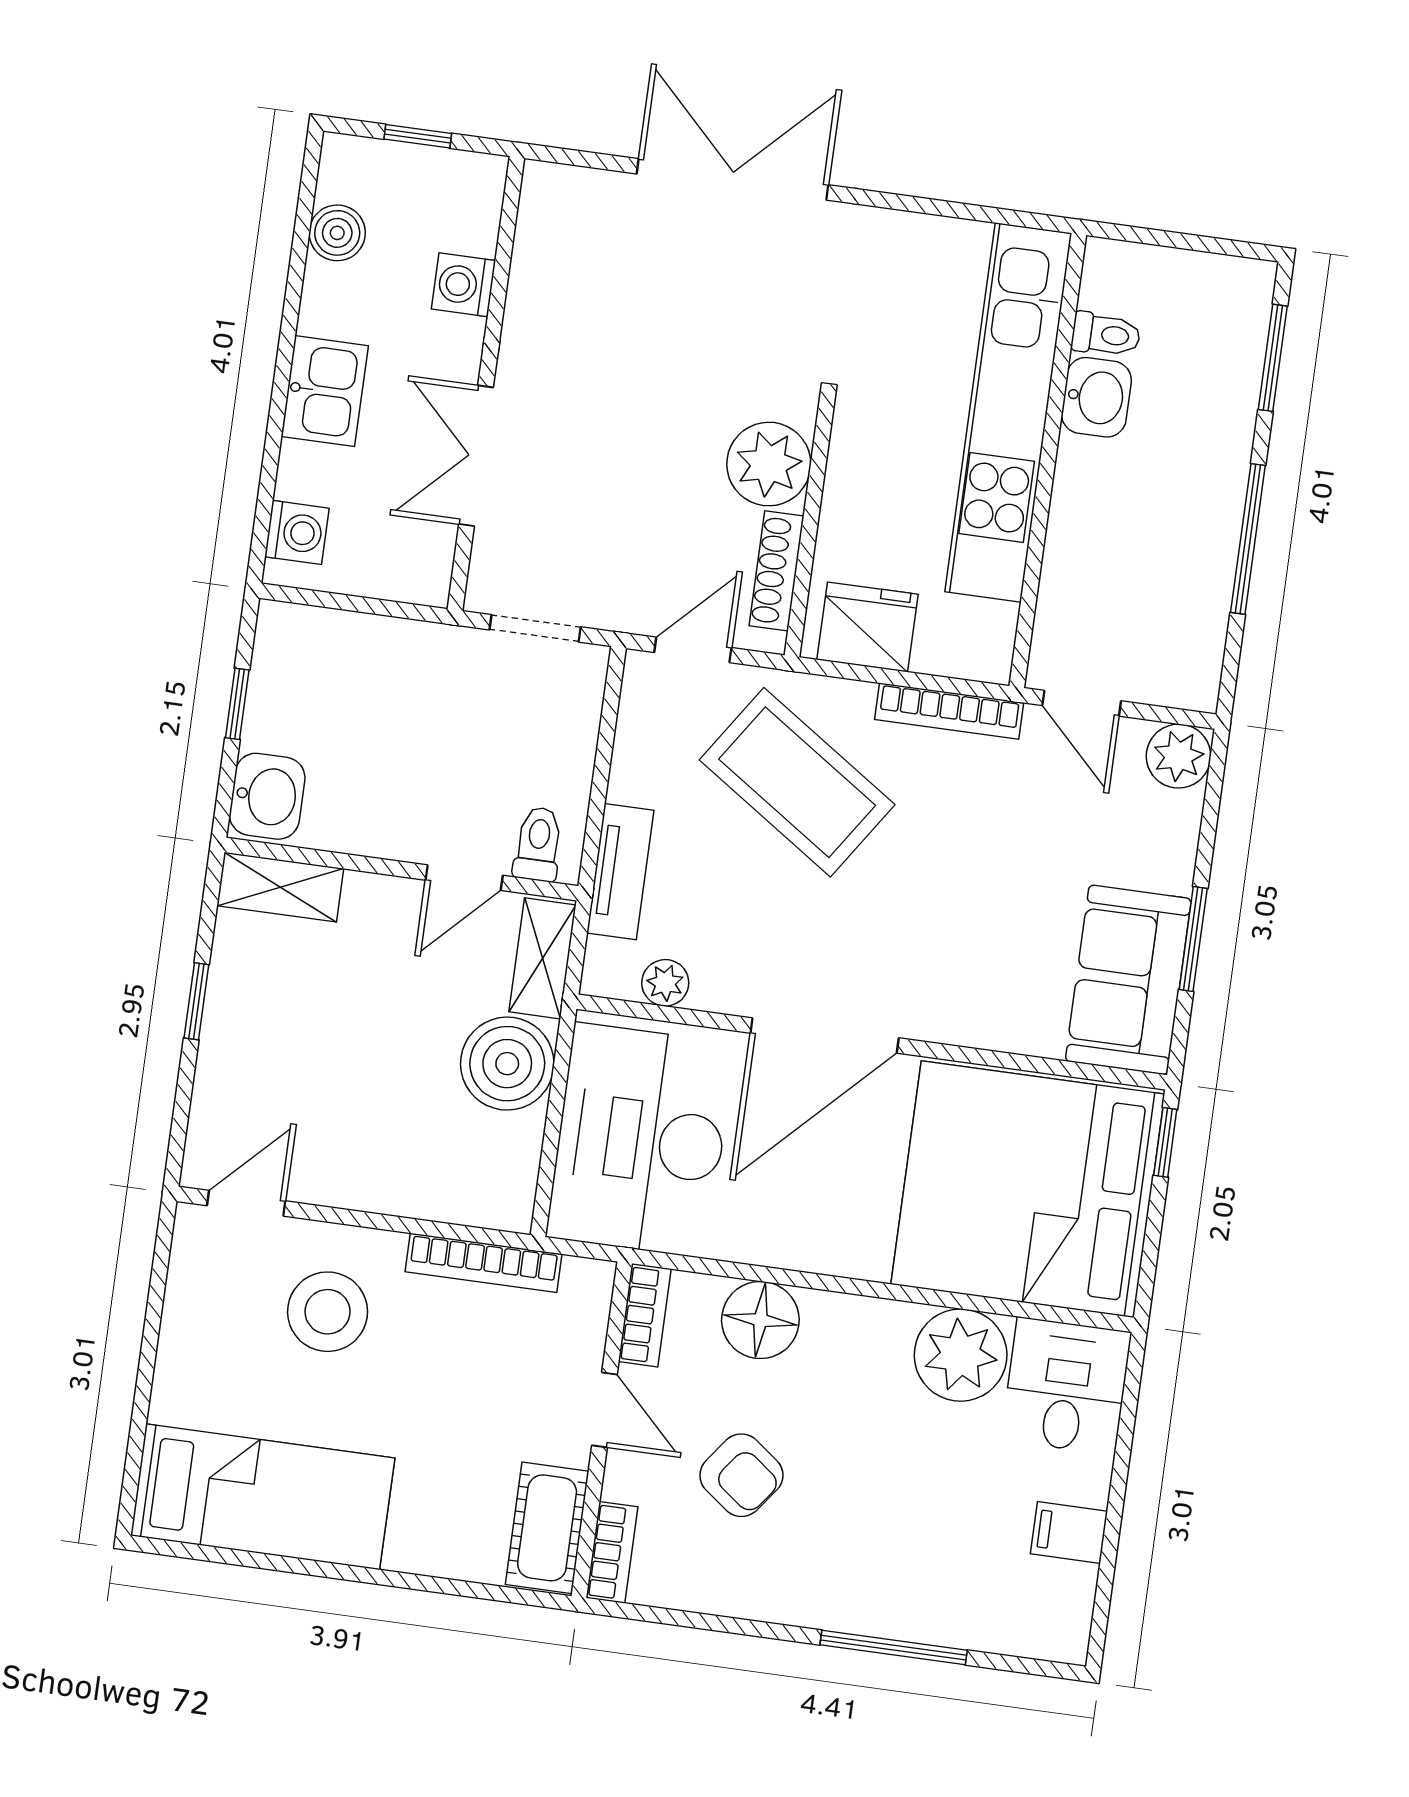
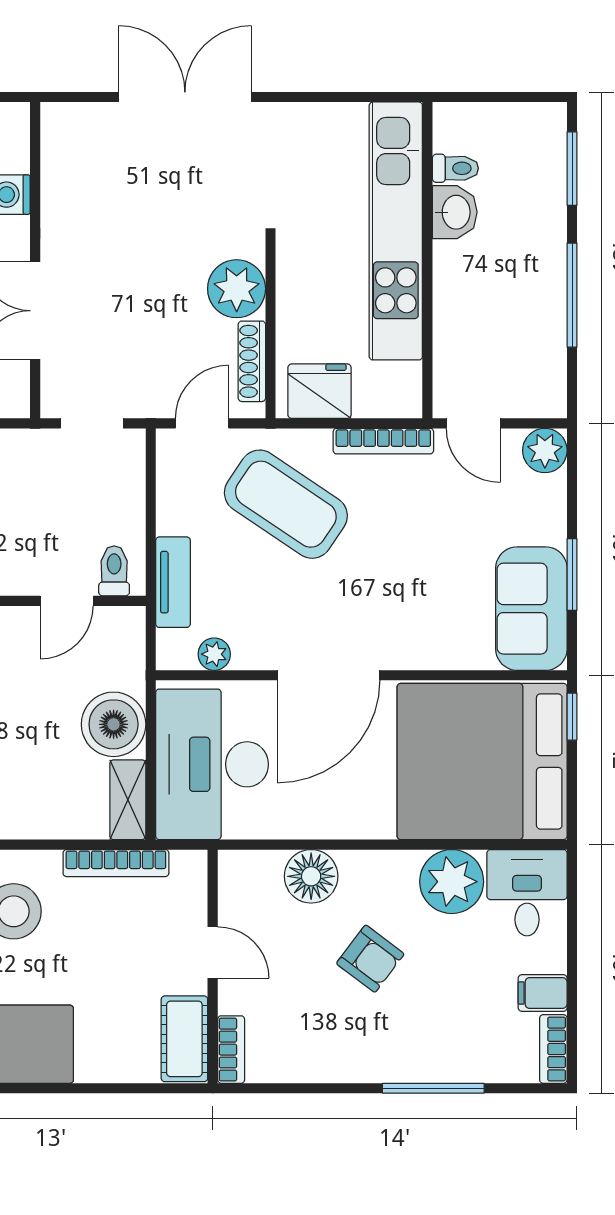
shelving: (543, 958) -> (128, 800), moved
bookcase: (645, 1315) -> (553, 1049), moved, turned 180
armchair: (741, 1475) -> (370, 959), moved

